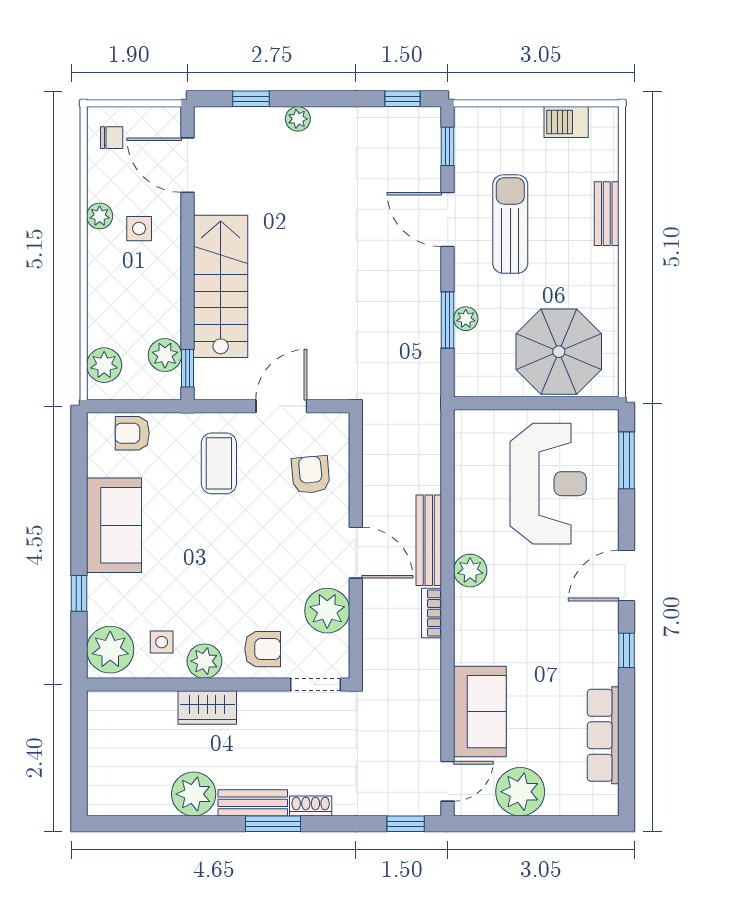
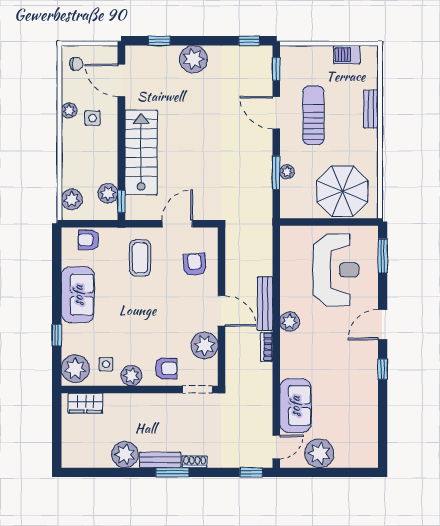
plant: (298, 119) -> (193, 59), width x1.88, depth x1.88
wardrobe: (207, 708) -> (86, 403), moved
row of seats: (603, 735) -> (369, 420), removed

